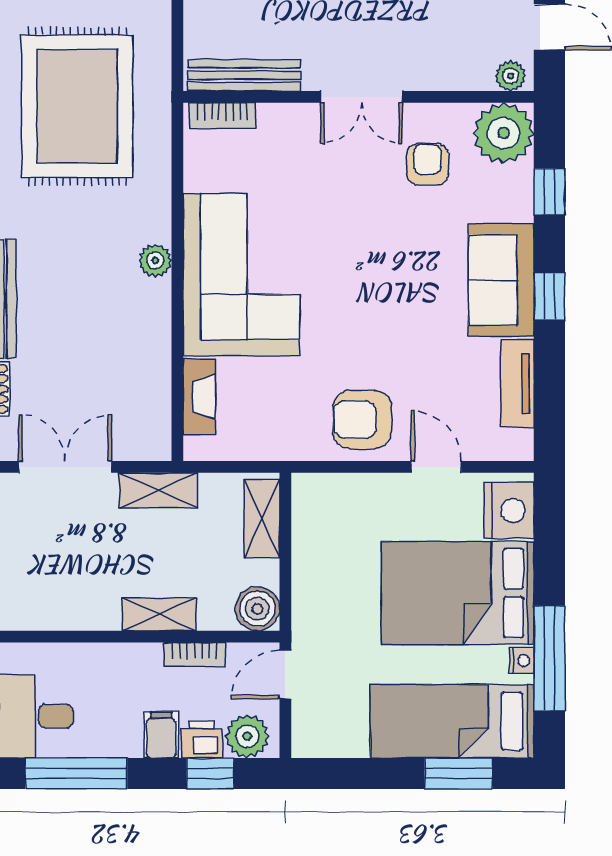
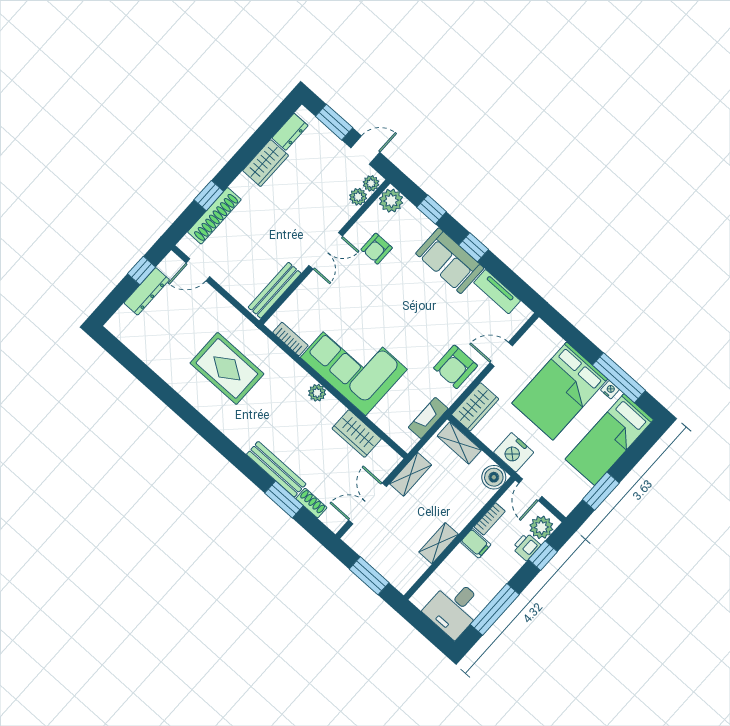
plant: (476, 75) -> (358, 197), added
rug: (77, 106) -> (227, 368), width x0.73, depth x0.69
bookcase: (222, 116) -> (290, 339), moved, turned -90
plant: (504, 133) -> (391, 201), width x0.73, depth x0.73
armchair: (428, 164) -> (377, 249), turned -90
wardrobe: (148, 366) -> (357, 434), added
fireplace: (199, 397) -> (428, 418), moved, turned -90
wardrobe: (331, 496) -> (475, 407), added
nightstand: (509, 510) -> (514, 452), moved, turned 180
shelving: (159, 614) -> (439, 543), moved
filing cabinet: (161, 735) -> (476, 543), moved, turned 180
window: (459, 773) -> (601, 491), moved

